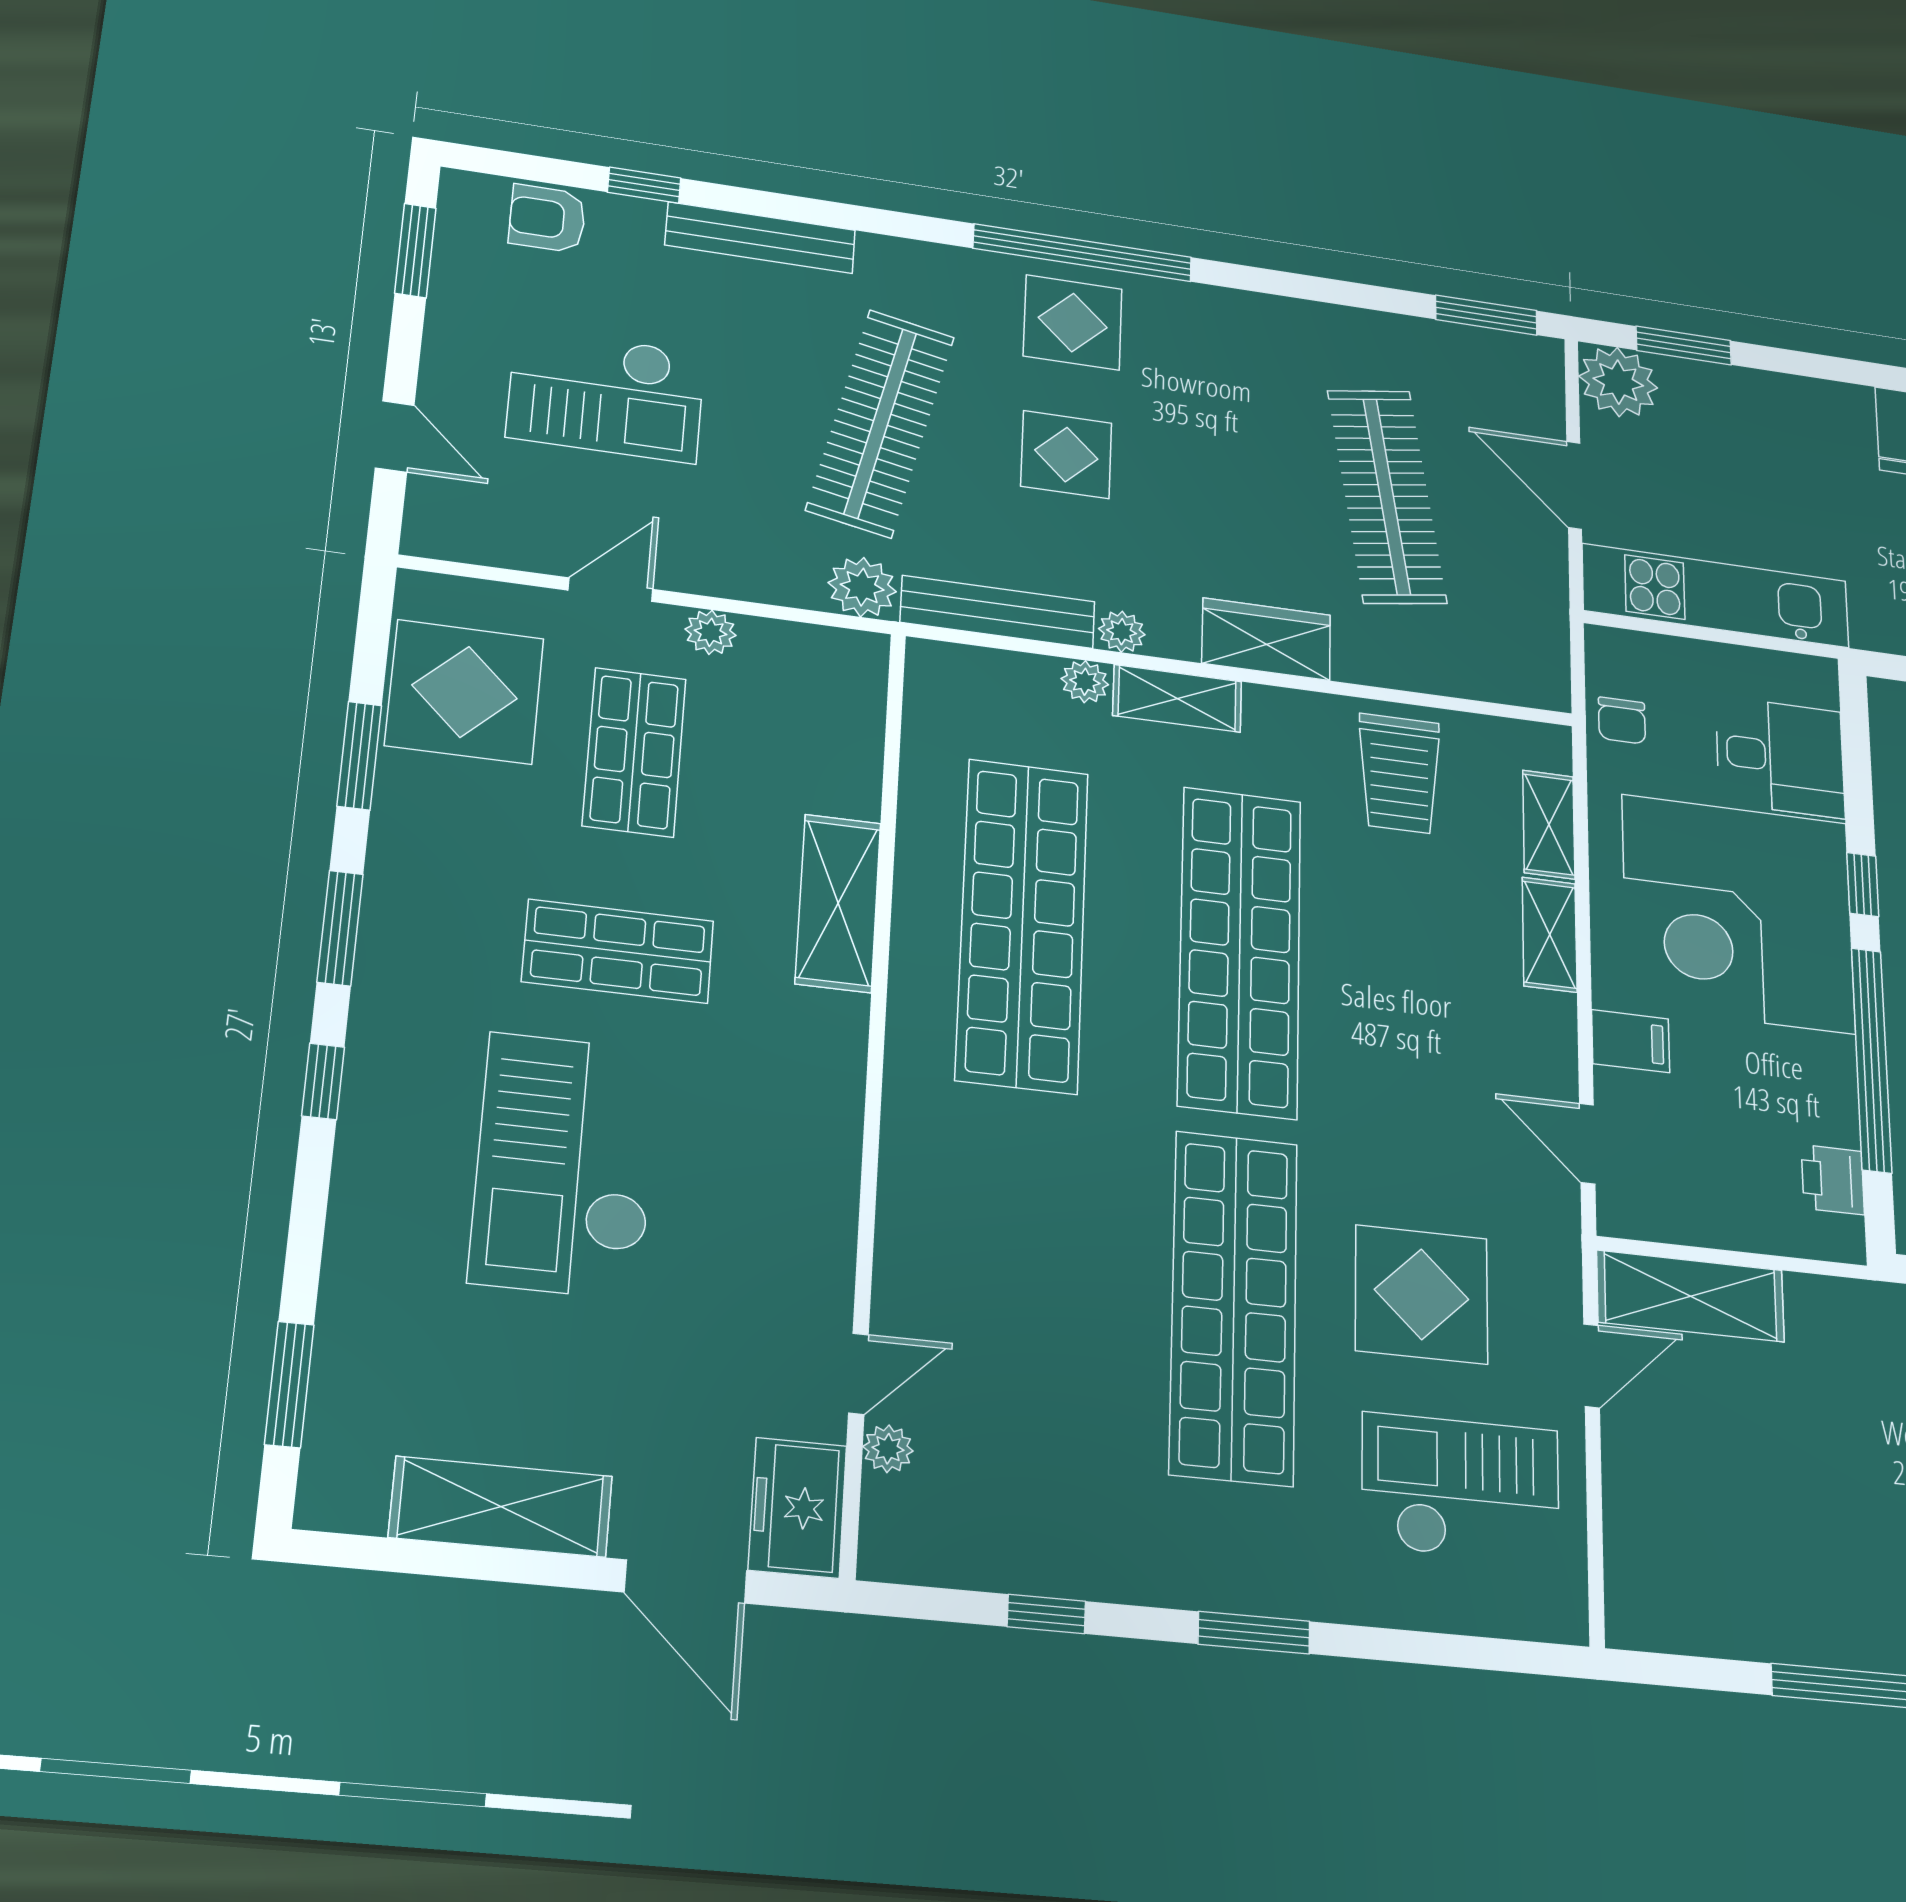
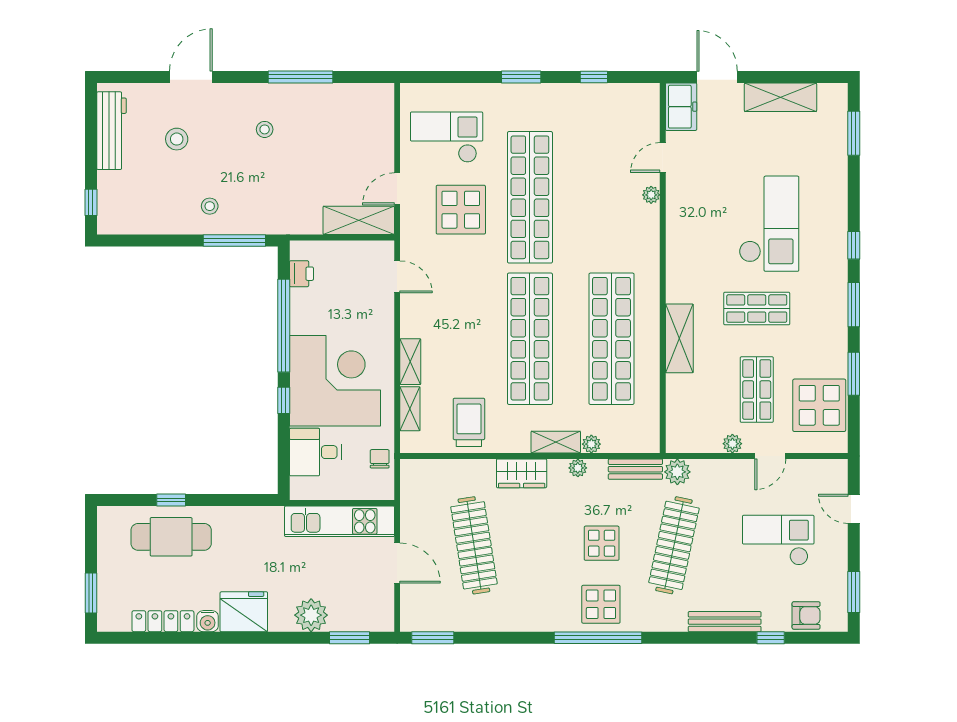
plant: (1618, 382) -> (311, 615), moved
bench: (998, 612) -> (635, 469), width x0.73
filing cabinet: (1631, 1041) -> (379, 321), removed
plant: (888, 1449) -> (651, 195), moved
checkout: (1461, 1488) -> (447, 137), turned 180

